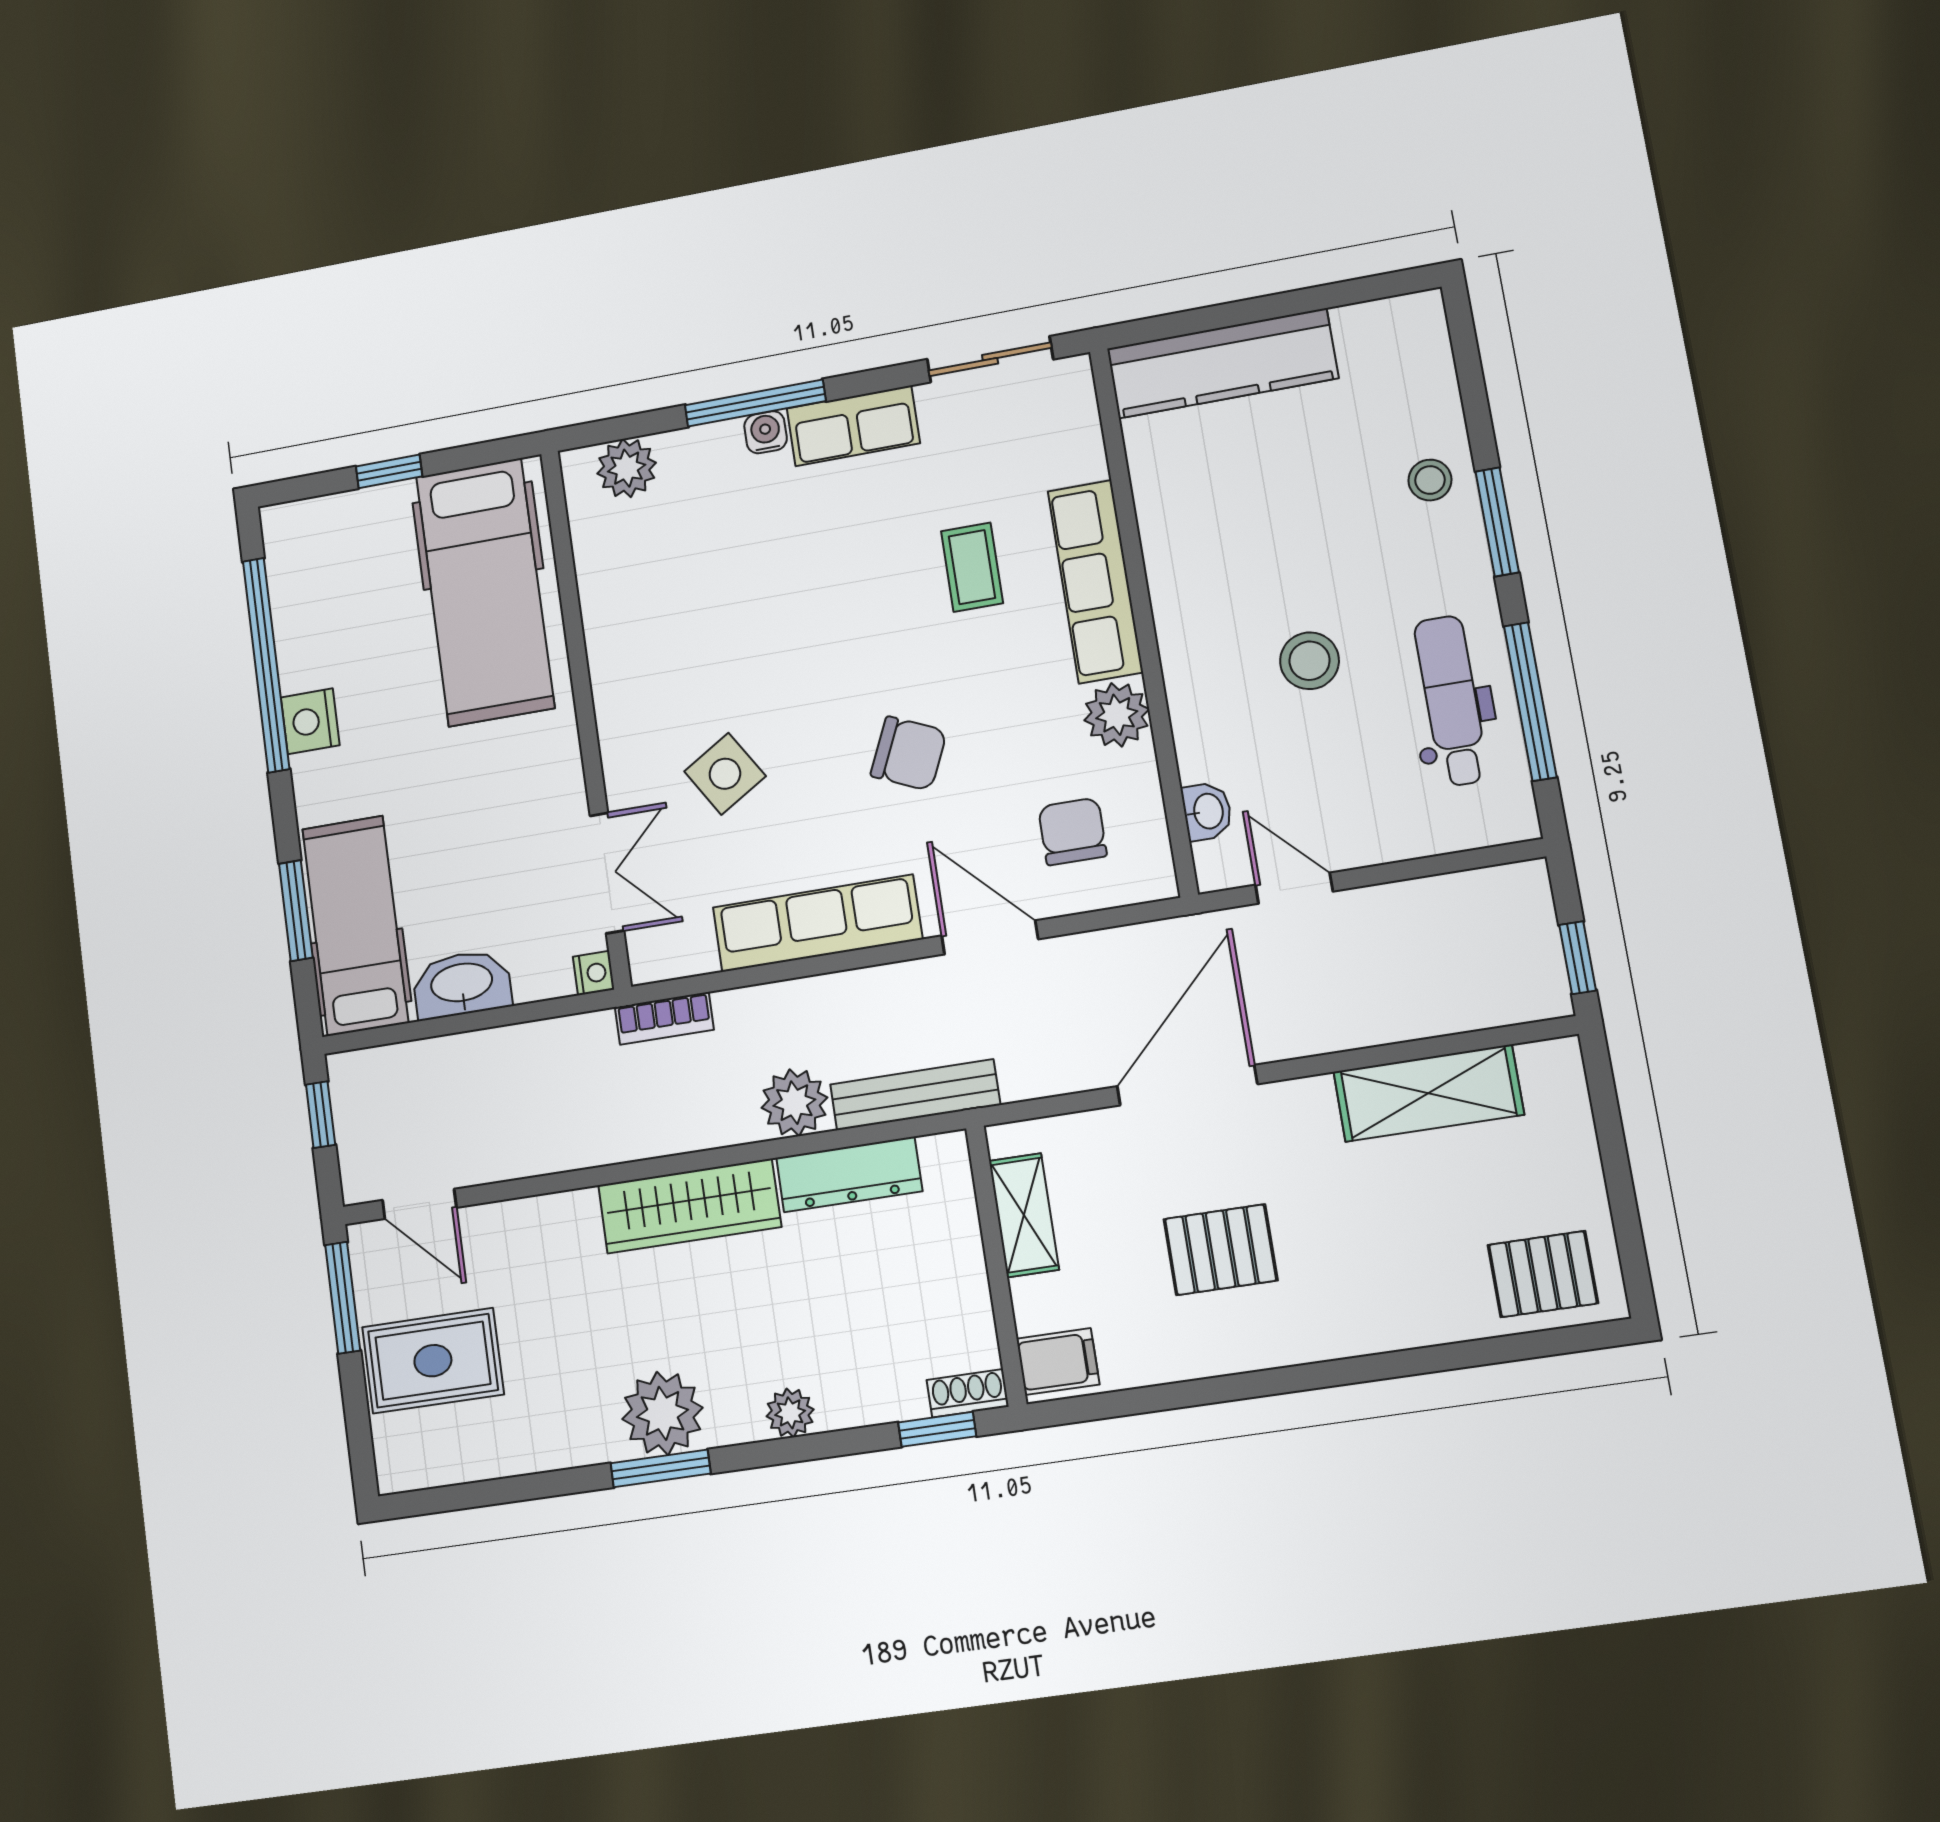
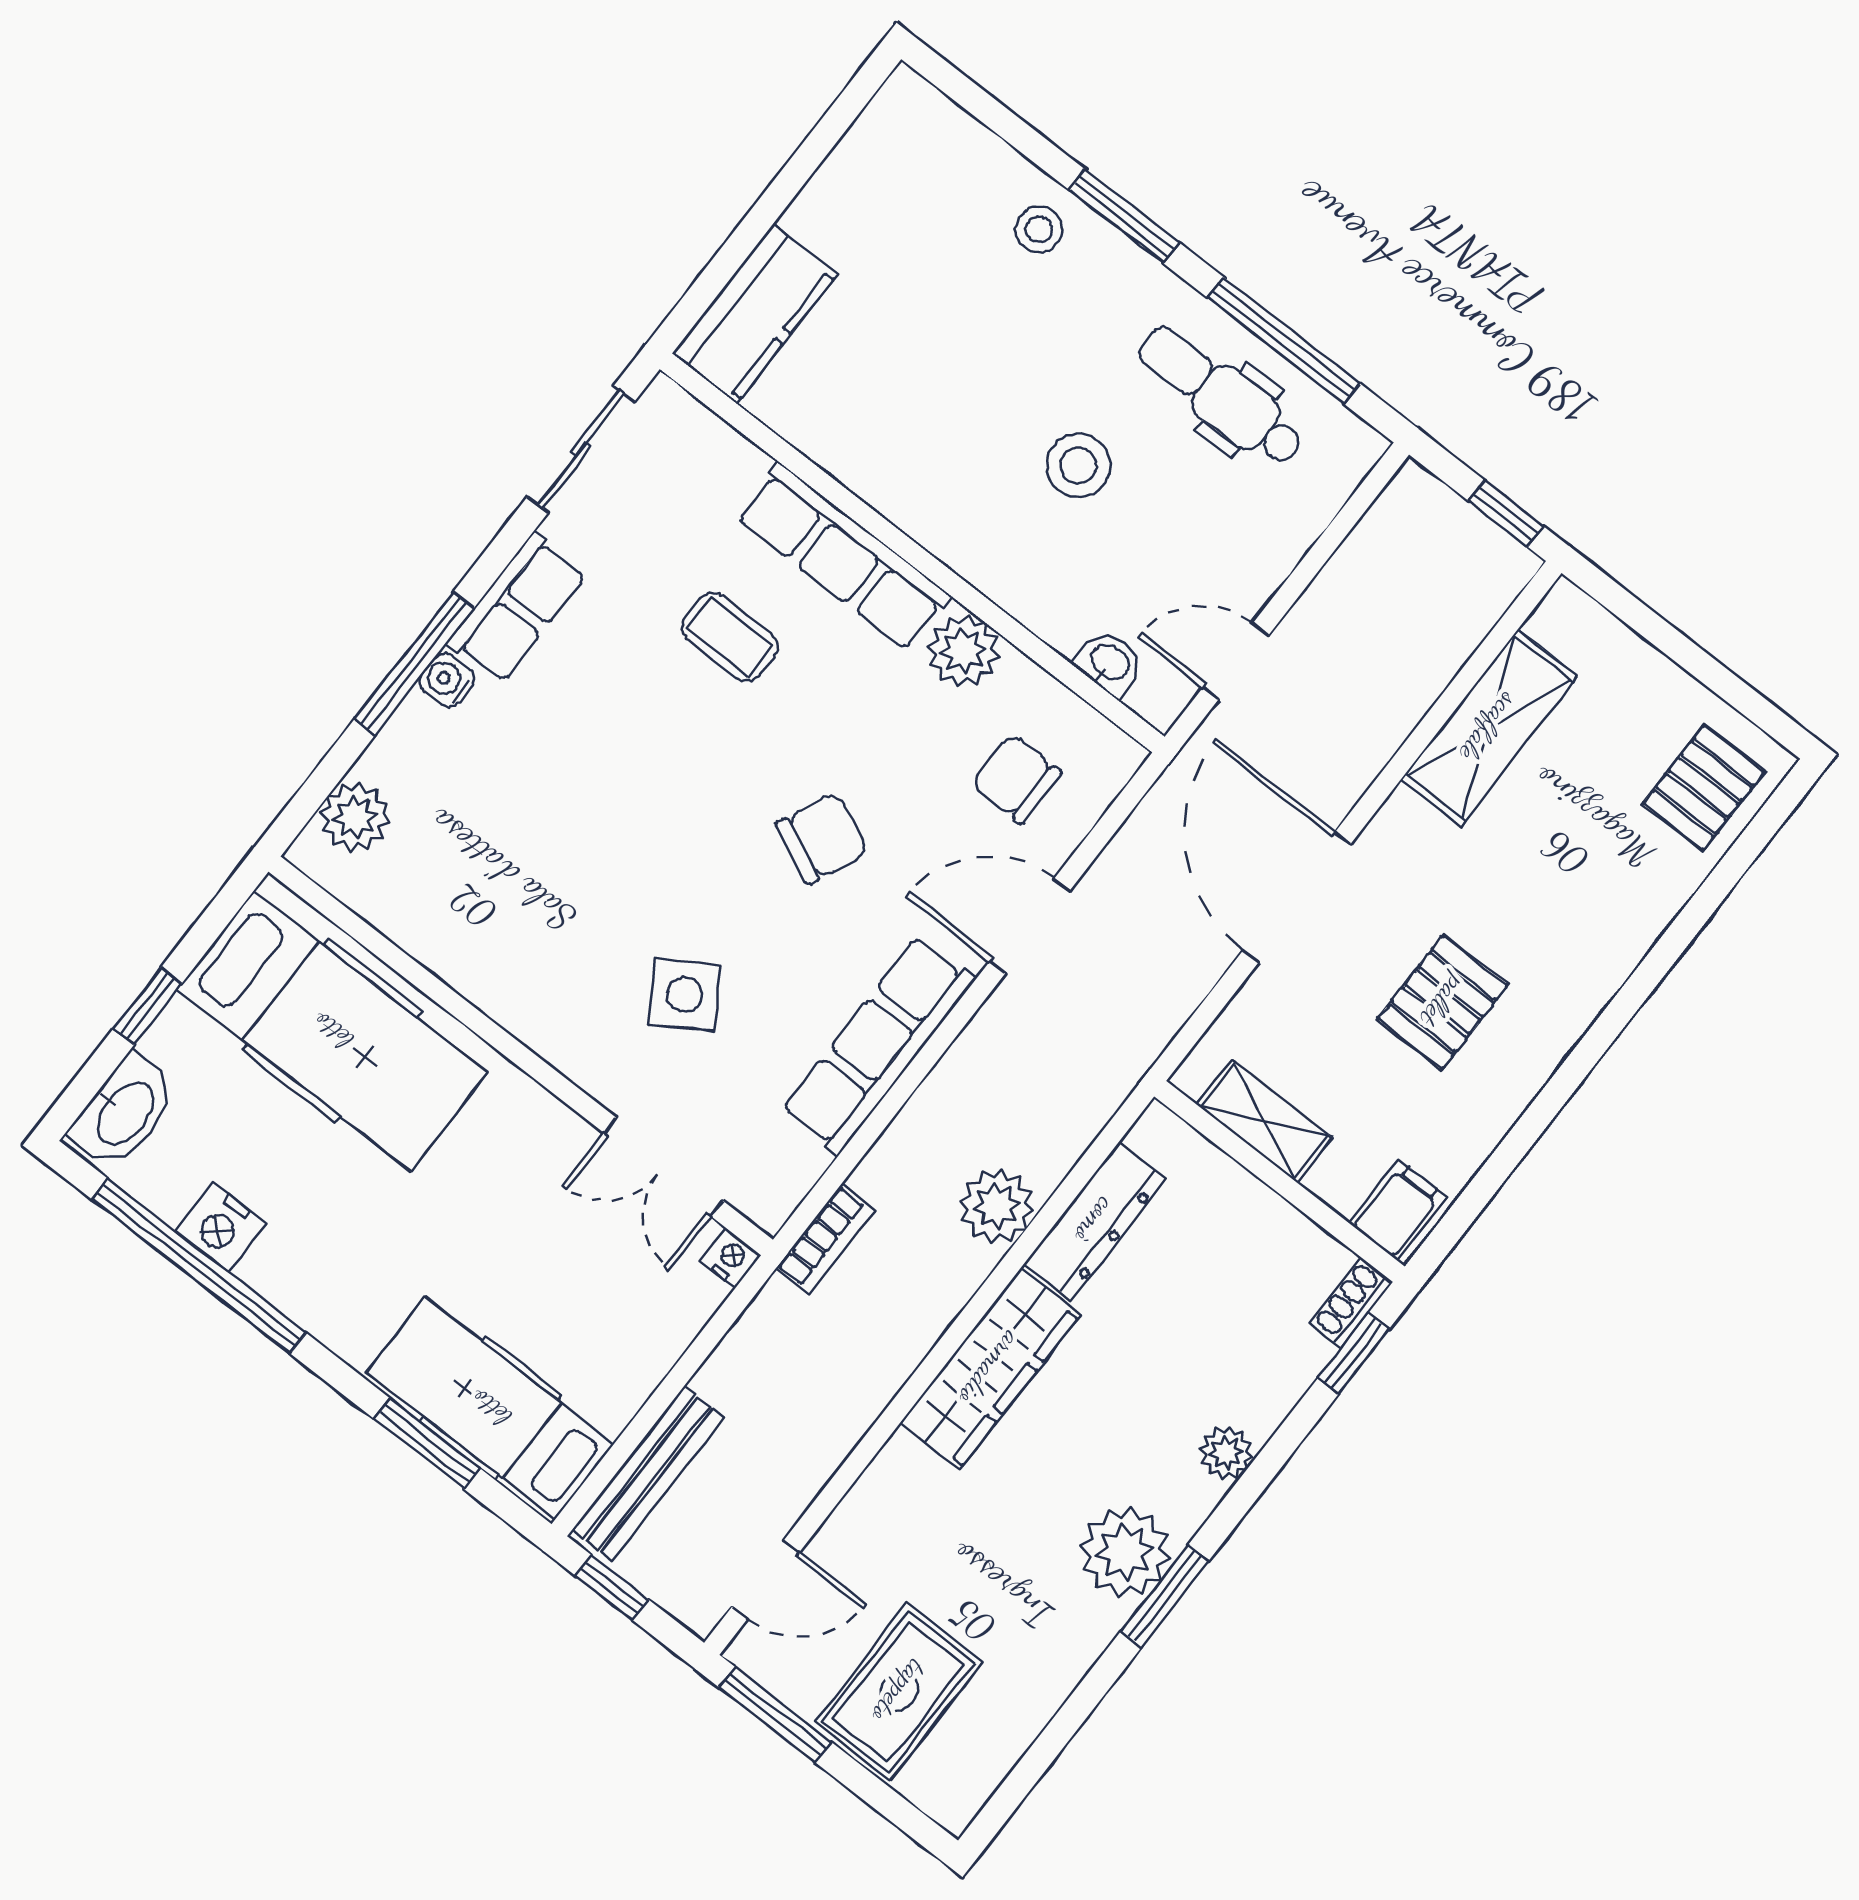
kitchen counter: (1222, 363) -> (755, 314), width x0.67
nightstand: (310, 721) -> (221, 1227), moved
double door: (607, 873) -> (663, 1167), swing flipped
washbasin: (462, 984) -> (124, 1112), moved, turned 180
bench: (915, 1095) -> (648, 1474), moved

